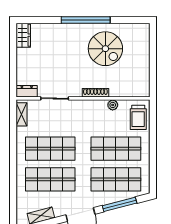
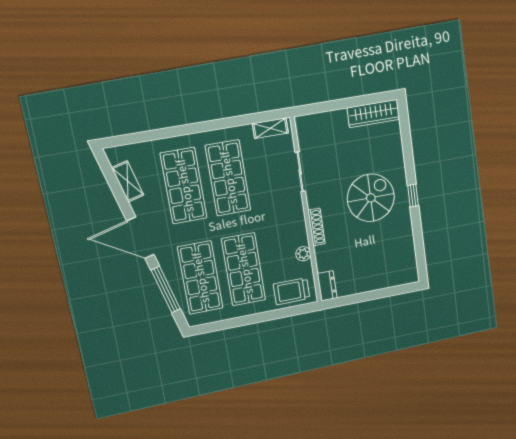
window: (86, 20) -> (413, 196), width x0.32
wardrobe: (23, 35) -> (373, 113), width x1.50
spiral stairs: (105, 49) -> (371, 198), moved, turned 180
dresser: (27, 91) -> (327, 286), moved

